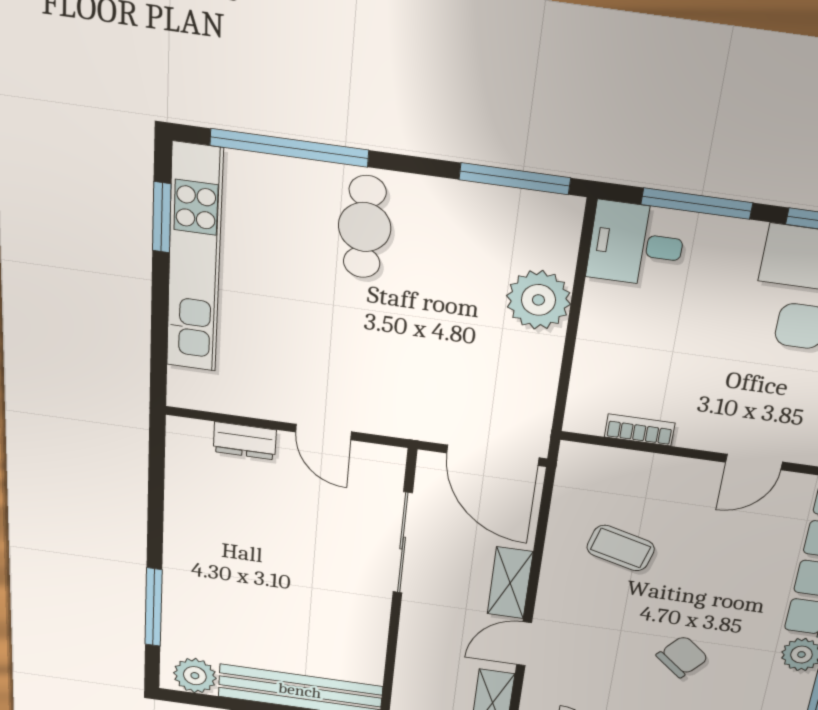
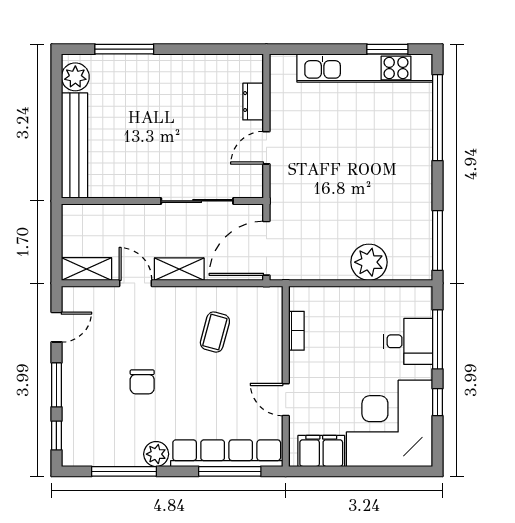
cafe table: (365, 227) -> (398, 162), removed
desk: (636, 244) -> (408, 341), moved, turned 90
chair: (682, 657) -> (142, 382), turned 50

